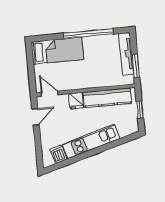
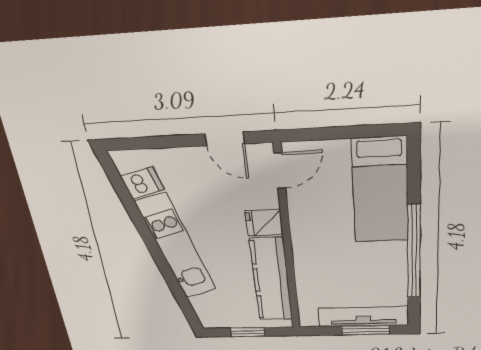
window: (136, 66) -> (365, 330), moved

